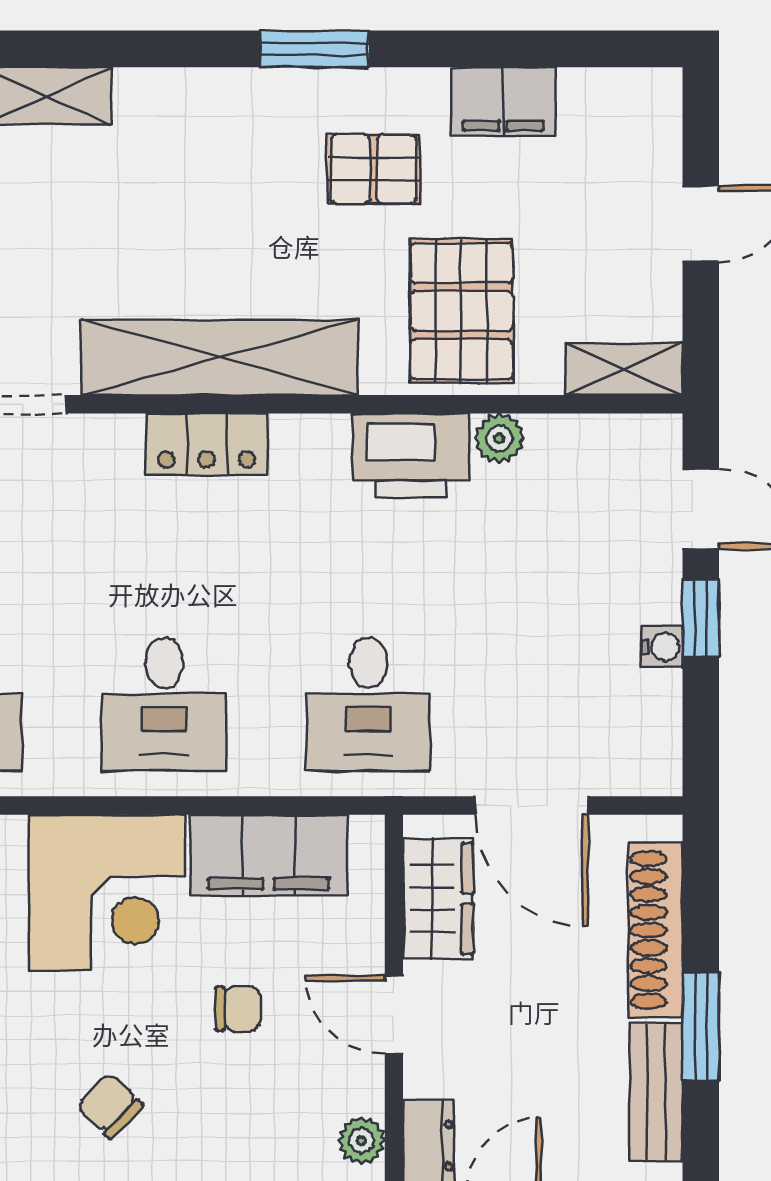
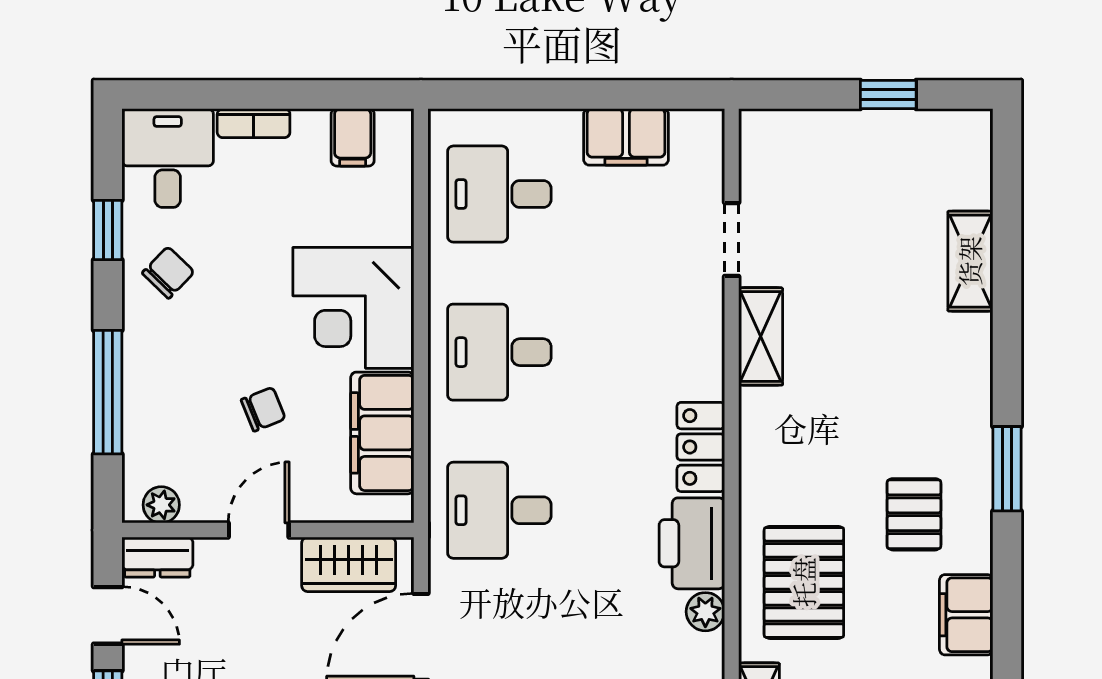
pallet: (461, 311) -> (804, 582), turned 90
shelving: (219, 357) -> (761, 336), width x0.45, depth x0.75
locker: (207, 444) -> (701, 447), moved
chair: (238, 1009) -> (263, 409), turned -112
chair: (110, 1106) -> (168, 273), moved

